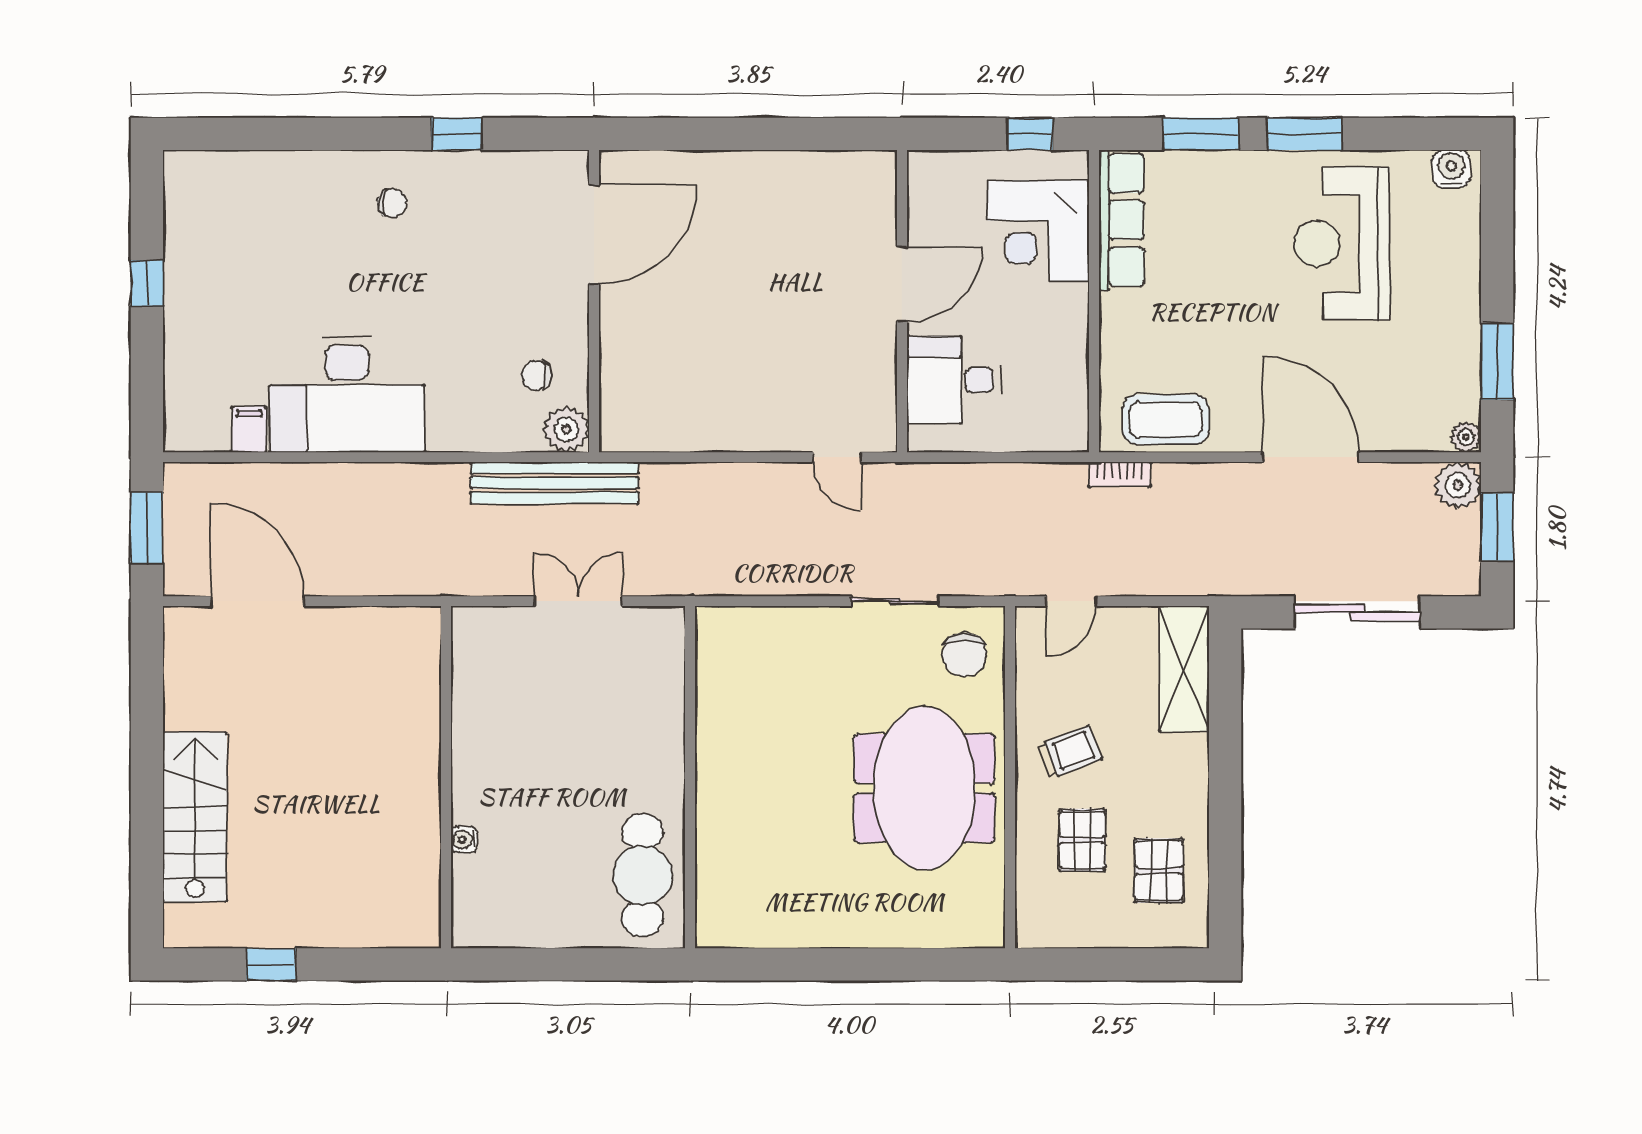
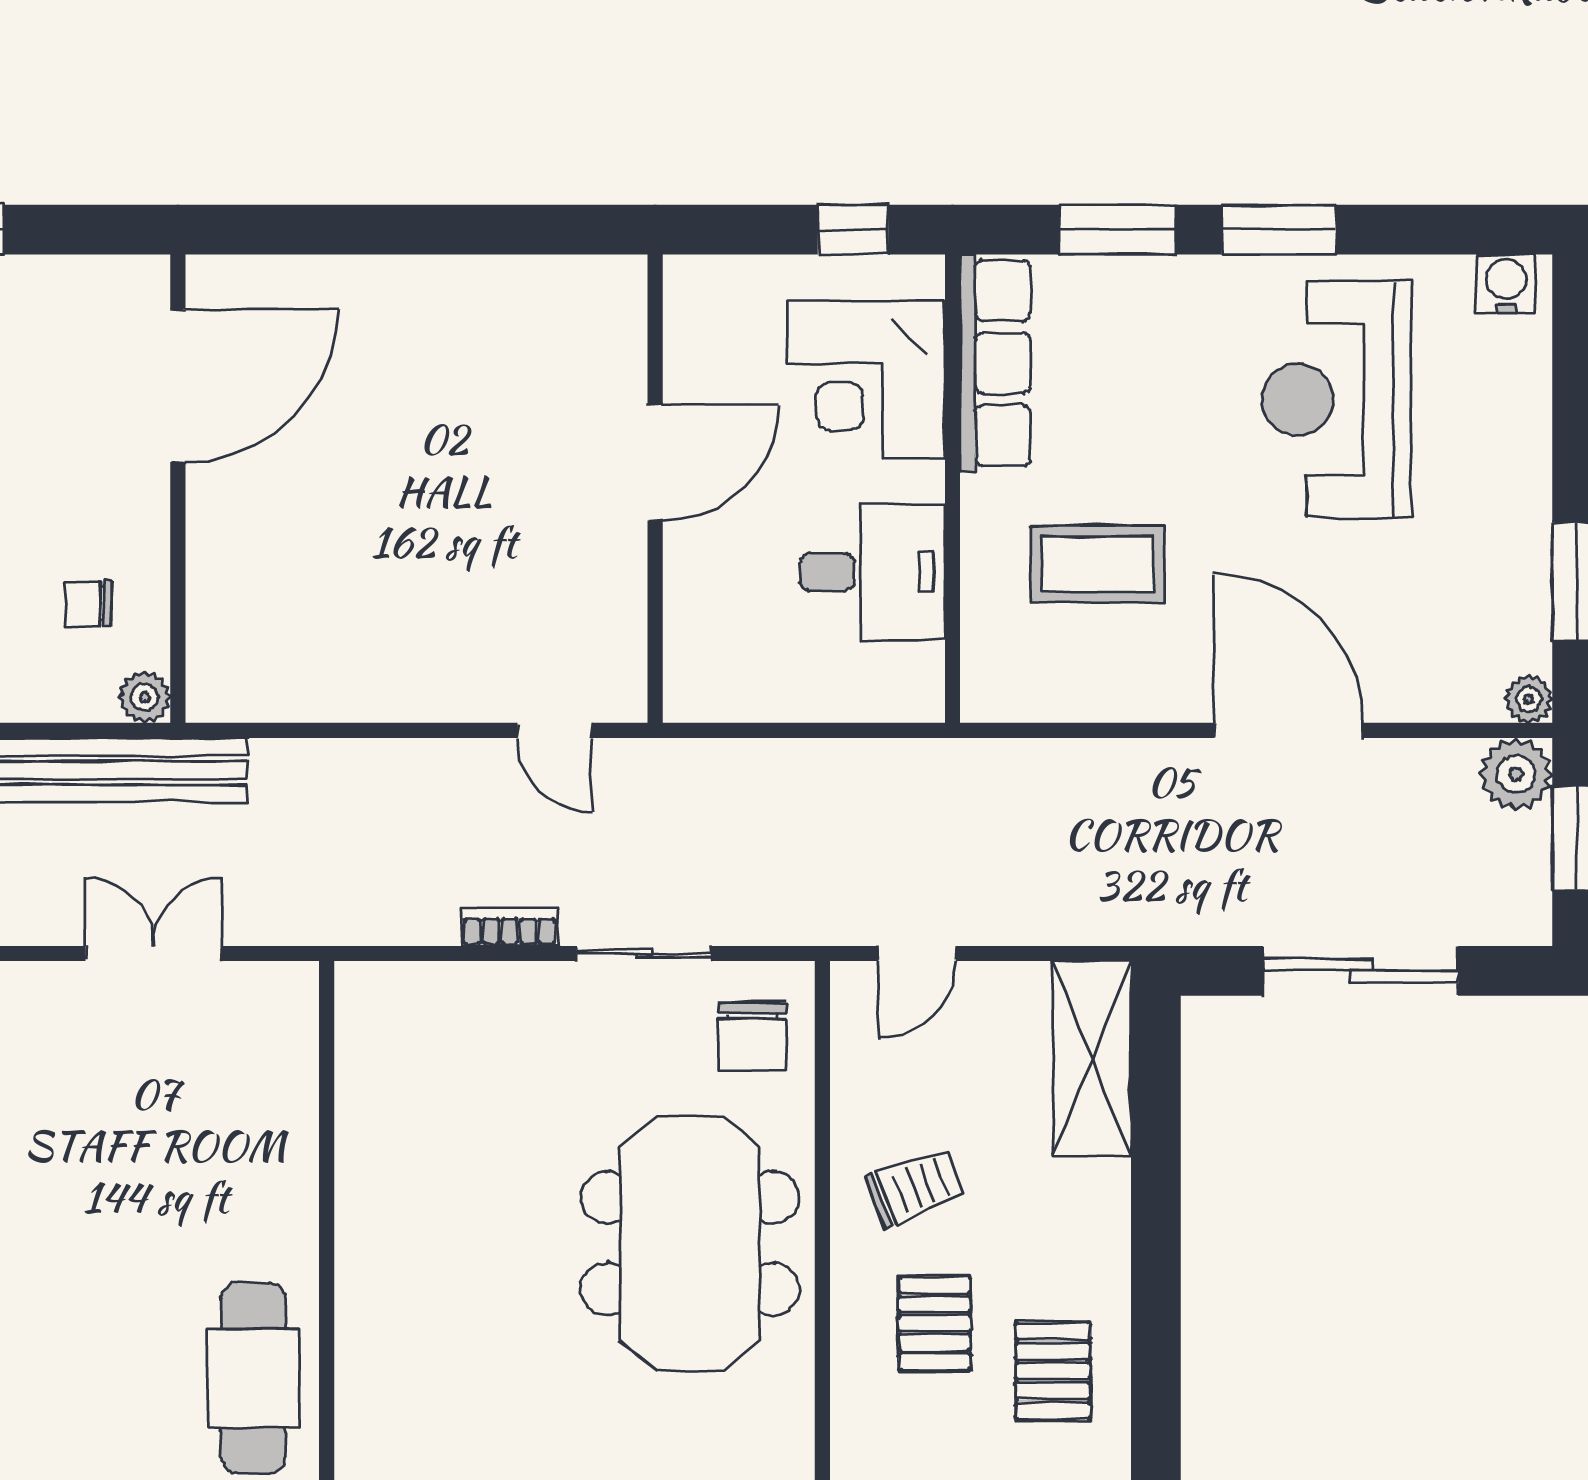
desk: (954, 380) -> (872, 572), moved, turned 180
coffee table: (1166, 419) -> (1098, 564), moved
plant: (566, 429) -> (145, 697), width x0.73, depth x0.73
bookcase: (1120, 474) -> (510, 927), moved, turned 180

